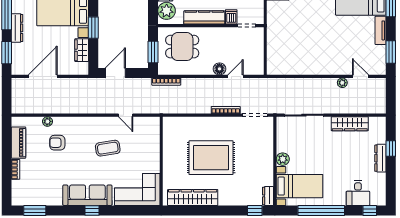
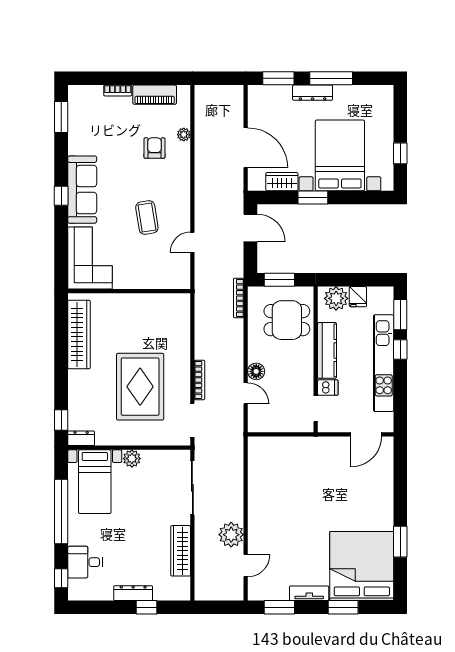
dining table: (182, 47) -> (287, 320), turned 90
door: (43, 76) -> (246, 148), moved
plant: (342, 83) -> (231, 535), width x1.87, depth x1.87
rug: (211, 158) -> (140, 387), moved

